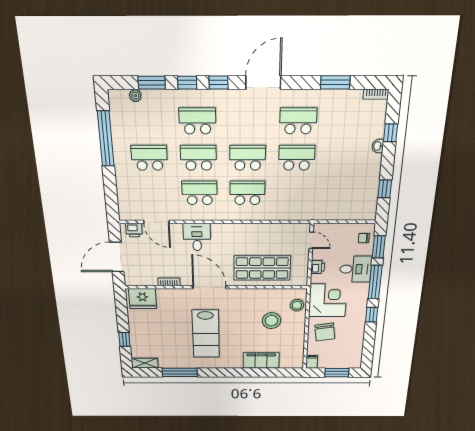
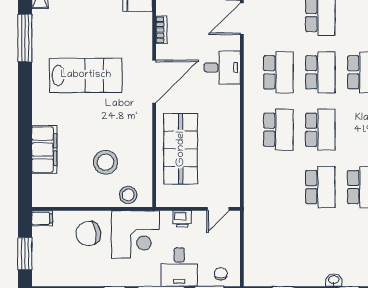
lab bench: (206, 334) -> (86, 75), turned 180

